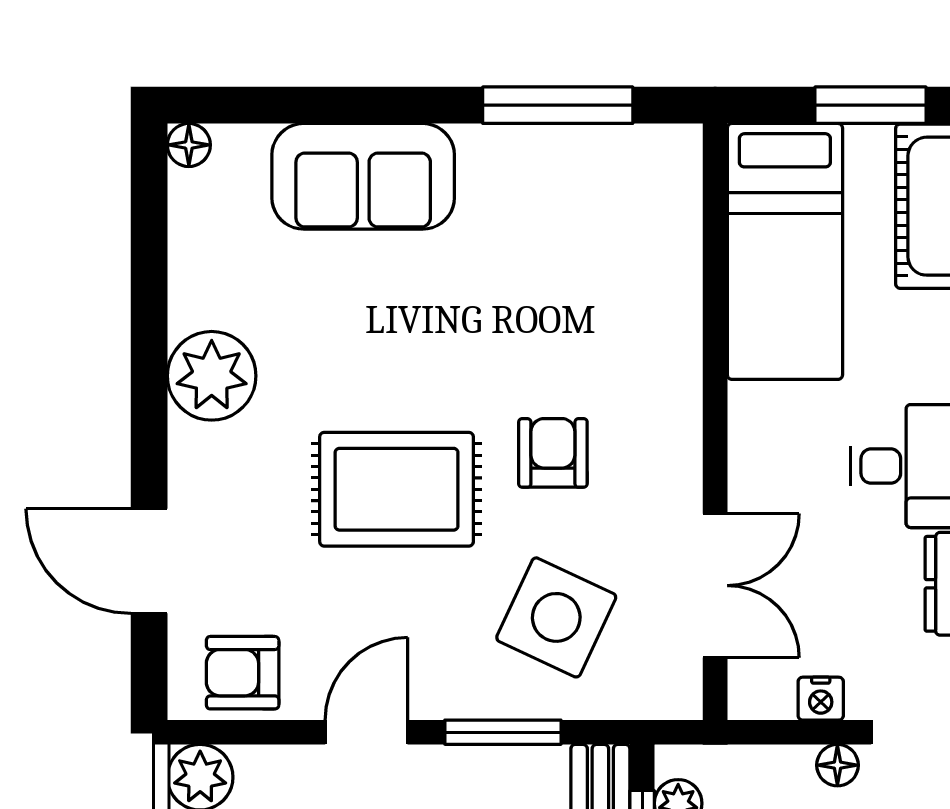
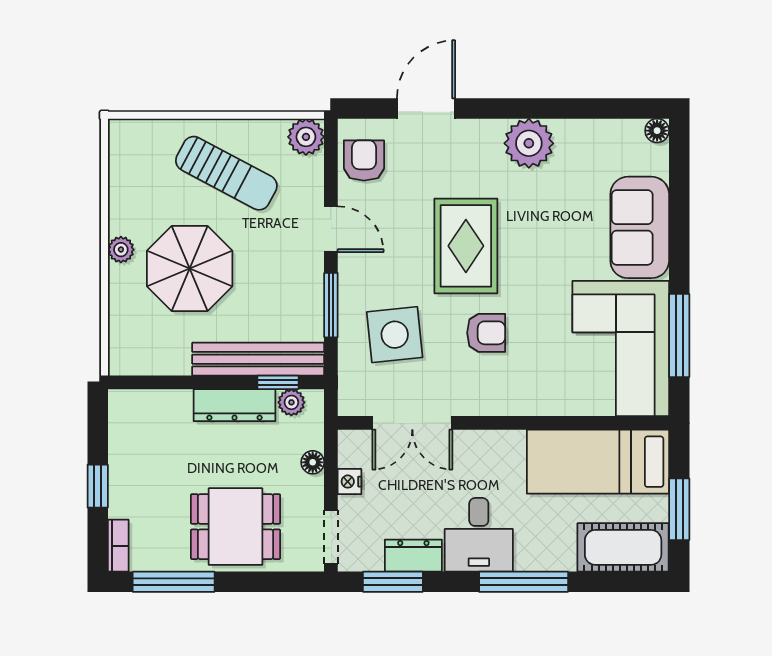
corner sofa: (581, 210) -> (621, 349), added
side table: (556, 617) -> (395, 335), turned -31
floor lamp: (837, 765) -> (313, 462), moved

